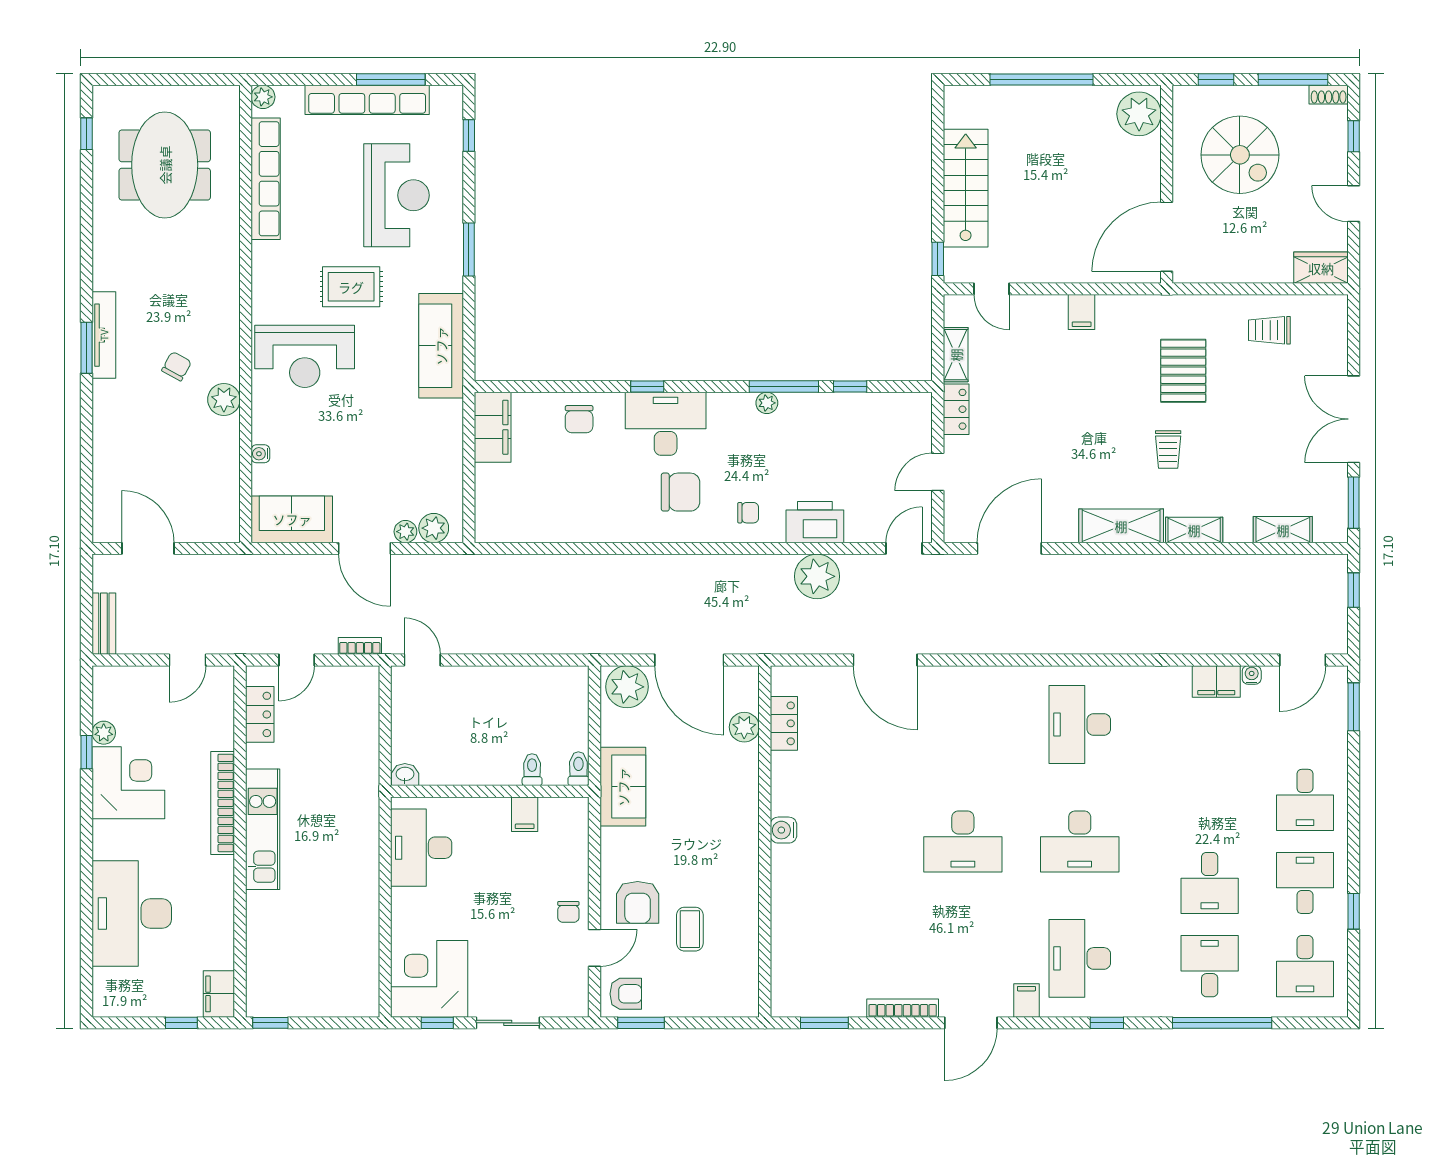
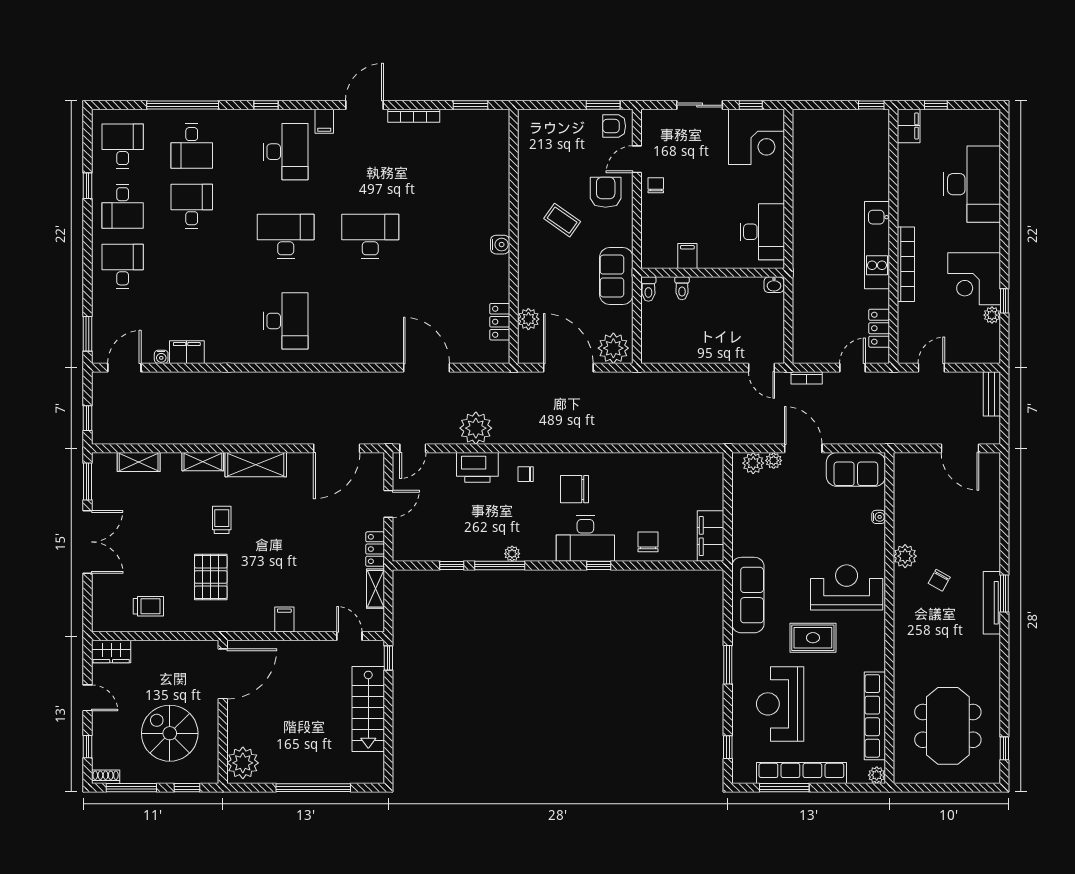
coffee table: (690, 929) -> (562, 220), moved, turned -55

